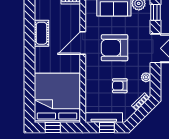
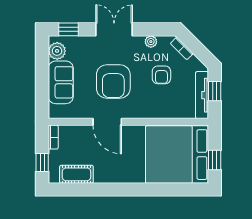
cot: (41, 33) -> (76, 174), moved

